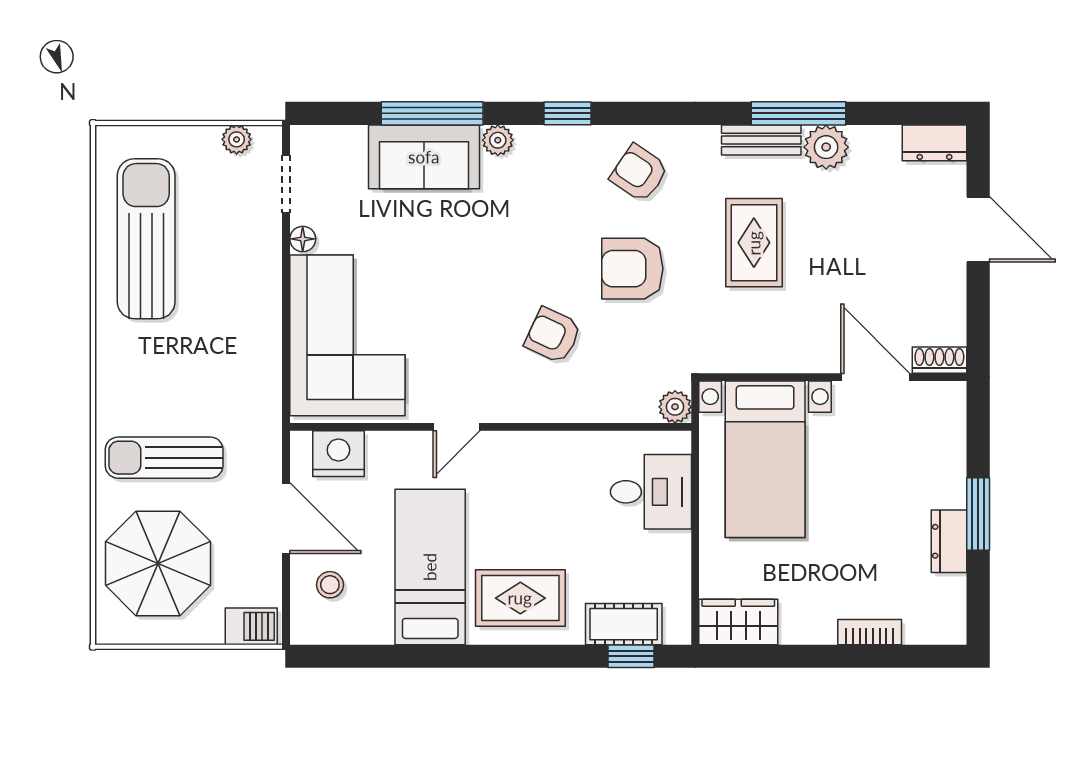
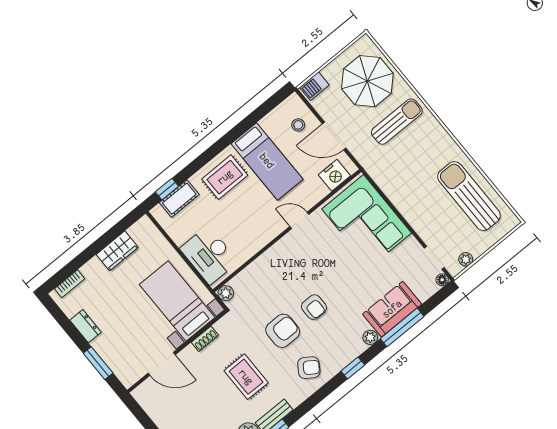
sun lounger: (146, 239) -> (469, 196), turned 180
floor lamp: (303, 239) -> (442, 280), moved
armchair: (553, 335) -> (314, 307), moved, turned 65
shoe rack: (939, 360) -> (205, 339), moved
door: (456, 427) -> (299, 220), hinge flipped
desk: (651, 492) -> (209, 255), width x1.37
window: (978, 514) -> (98, 363), moved
wardrobe: (738, 622) -> (117, 251), moved
bookcase: (870, 632) -> (70, 284), moved

